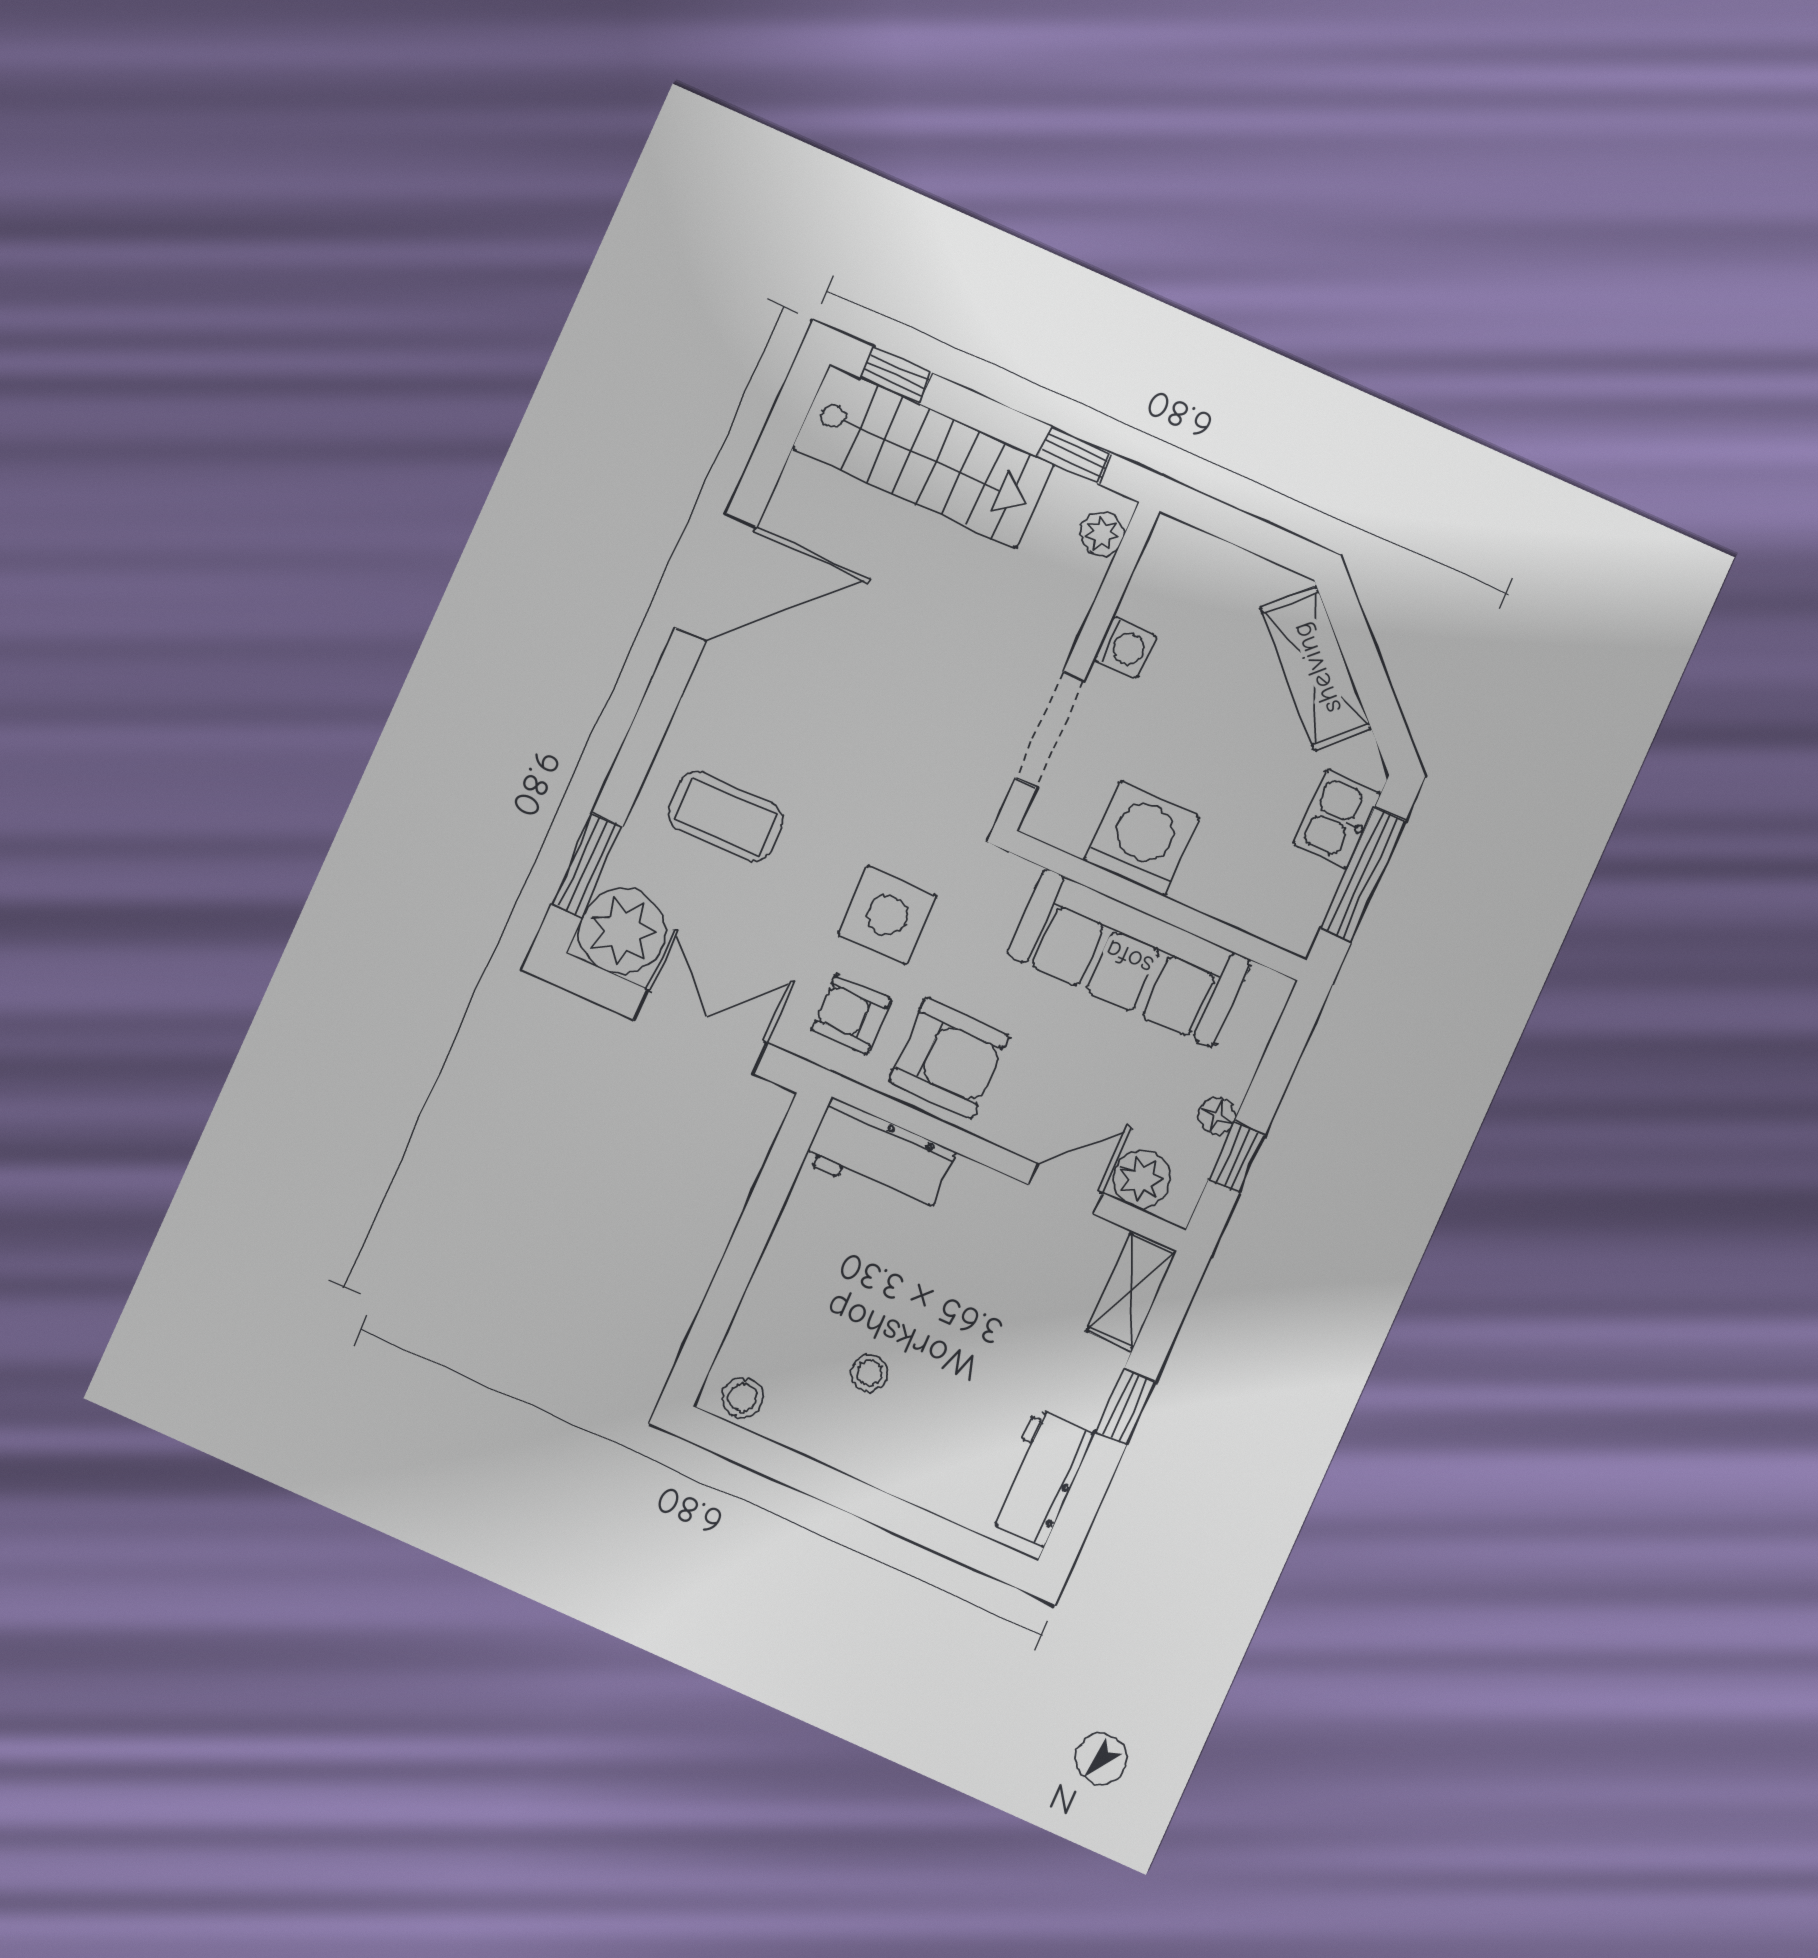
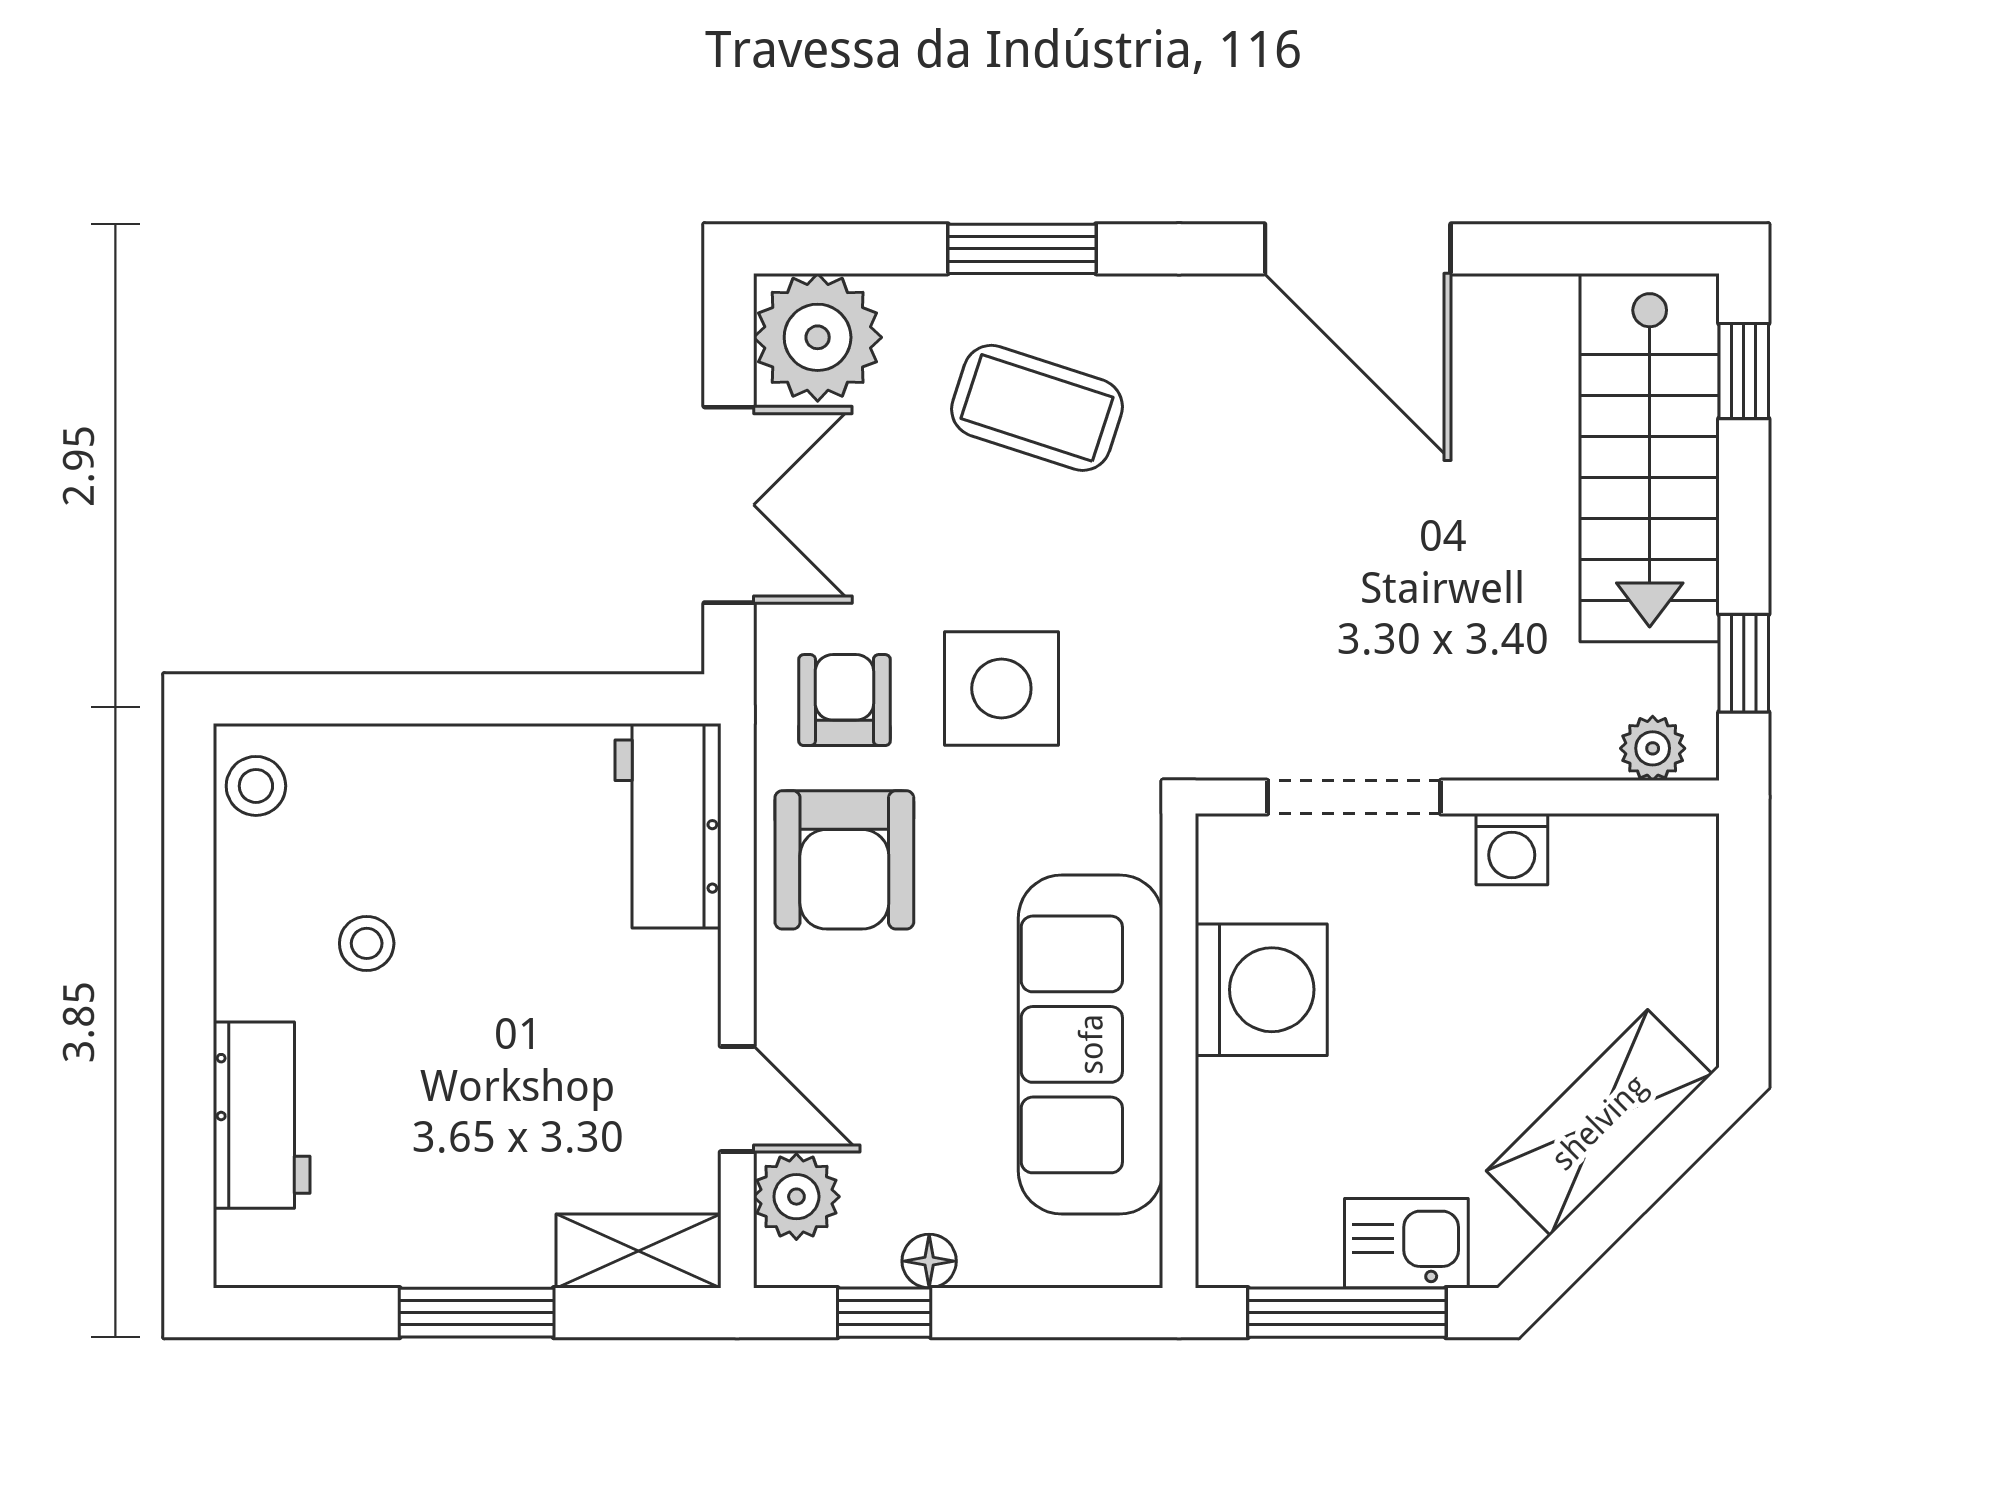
coffee table: (725, 817) -> (1037, 408), turned -72
window: (587, 866) -> (1022, 249), moved
window: (1125, 1407) -> (477, 1313), width x1.50
workbench: (1040, 1477) -> (262, 1115), moved, turned 90

